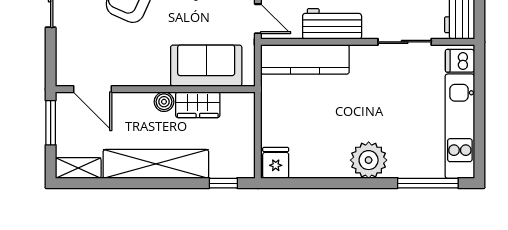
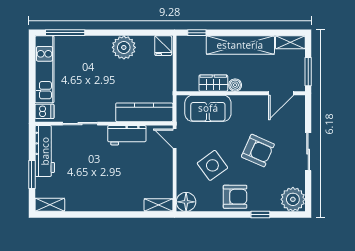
door: (92, 89) -> (281, 93), swing flipped
plant: (369, 160) -> (124, 47), moved

